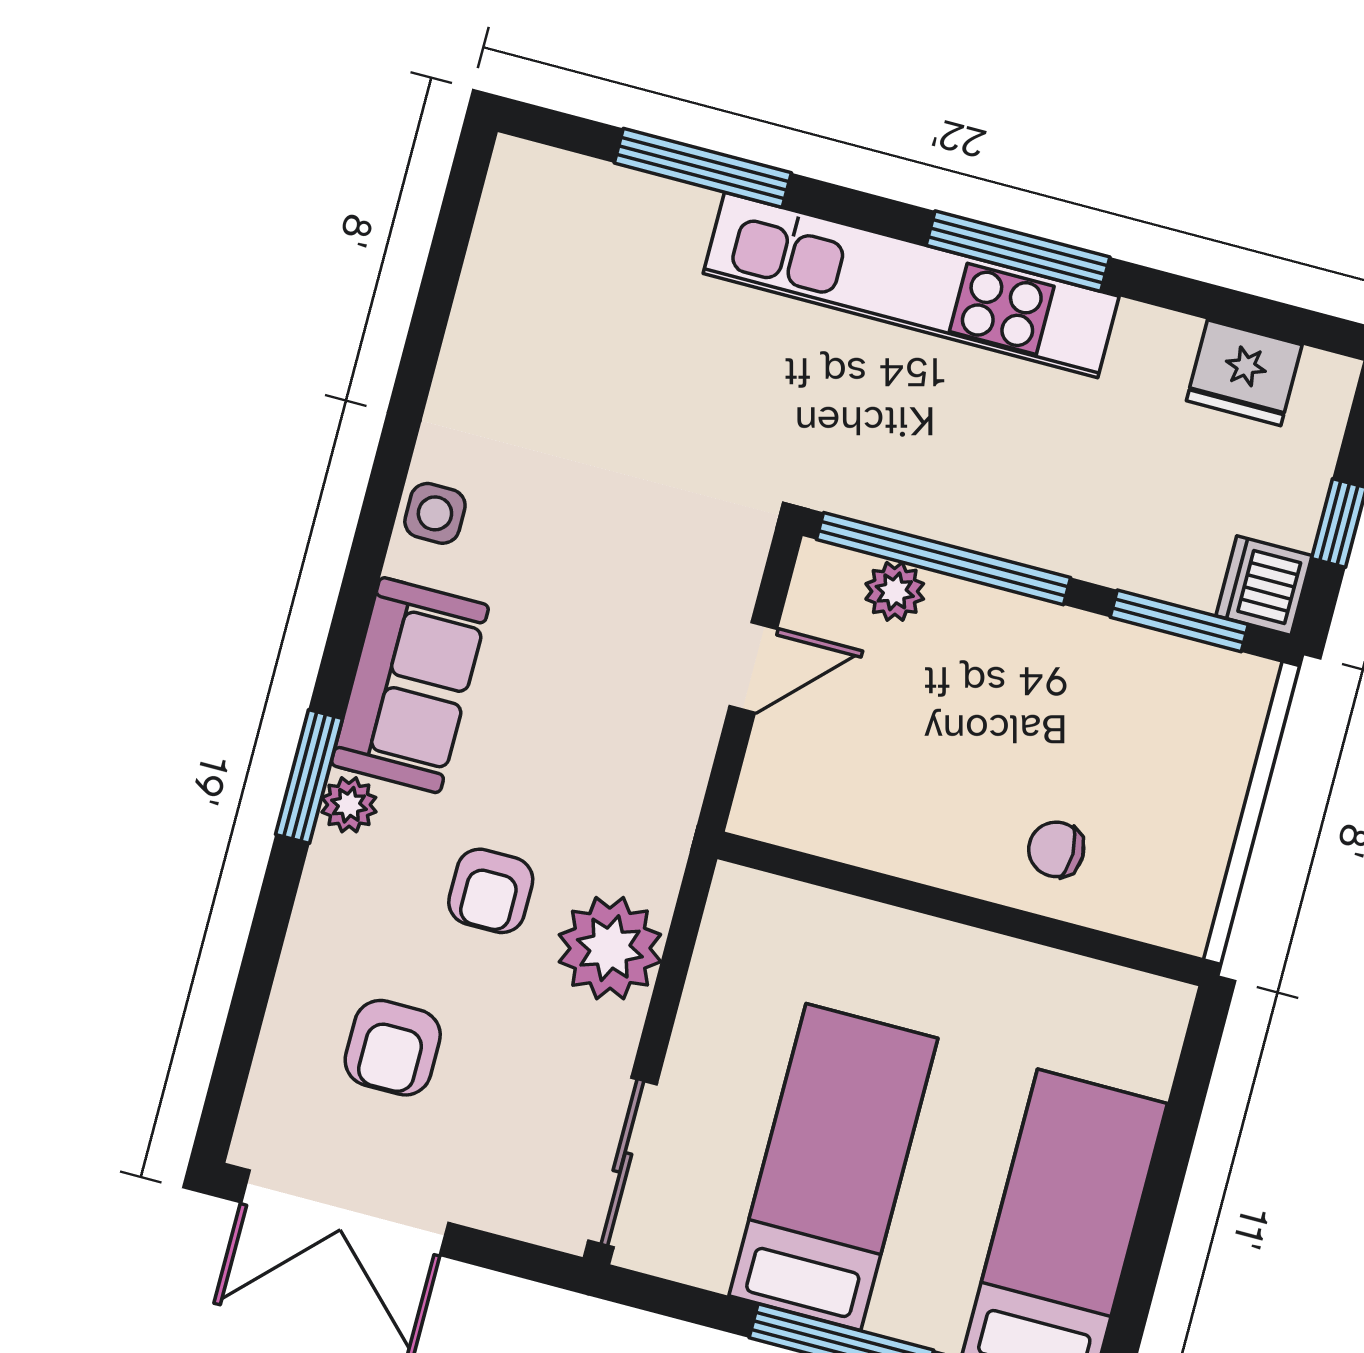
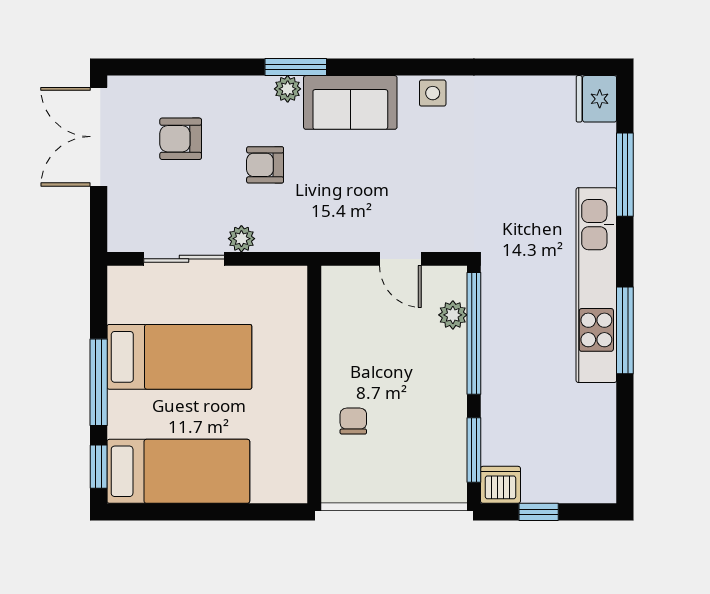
fridge: (1244, 373) -> (596, 99), moved
plant: (610, 948) -> (241, 239), width x0.53, depth x0.53
sliding door: (622, 1162) -> (184, 259), moved

